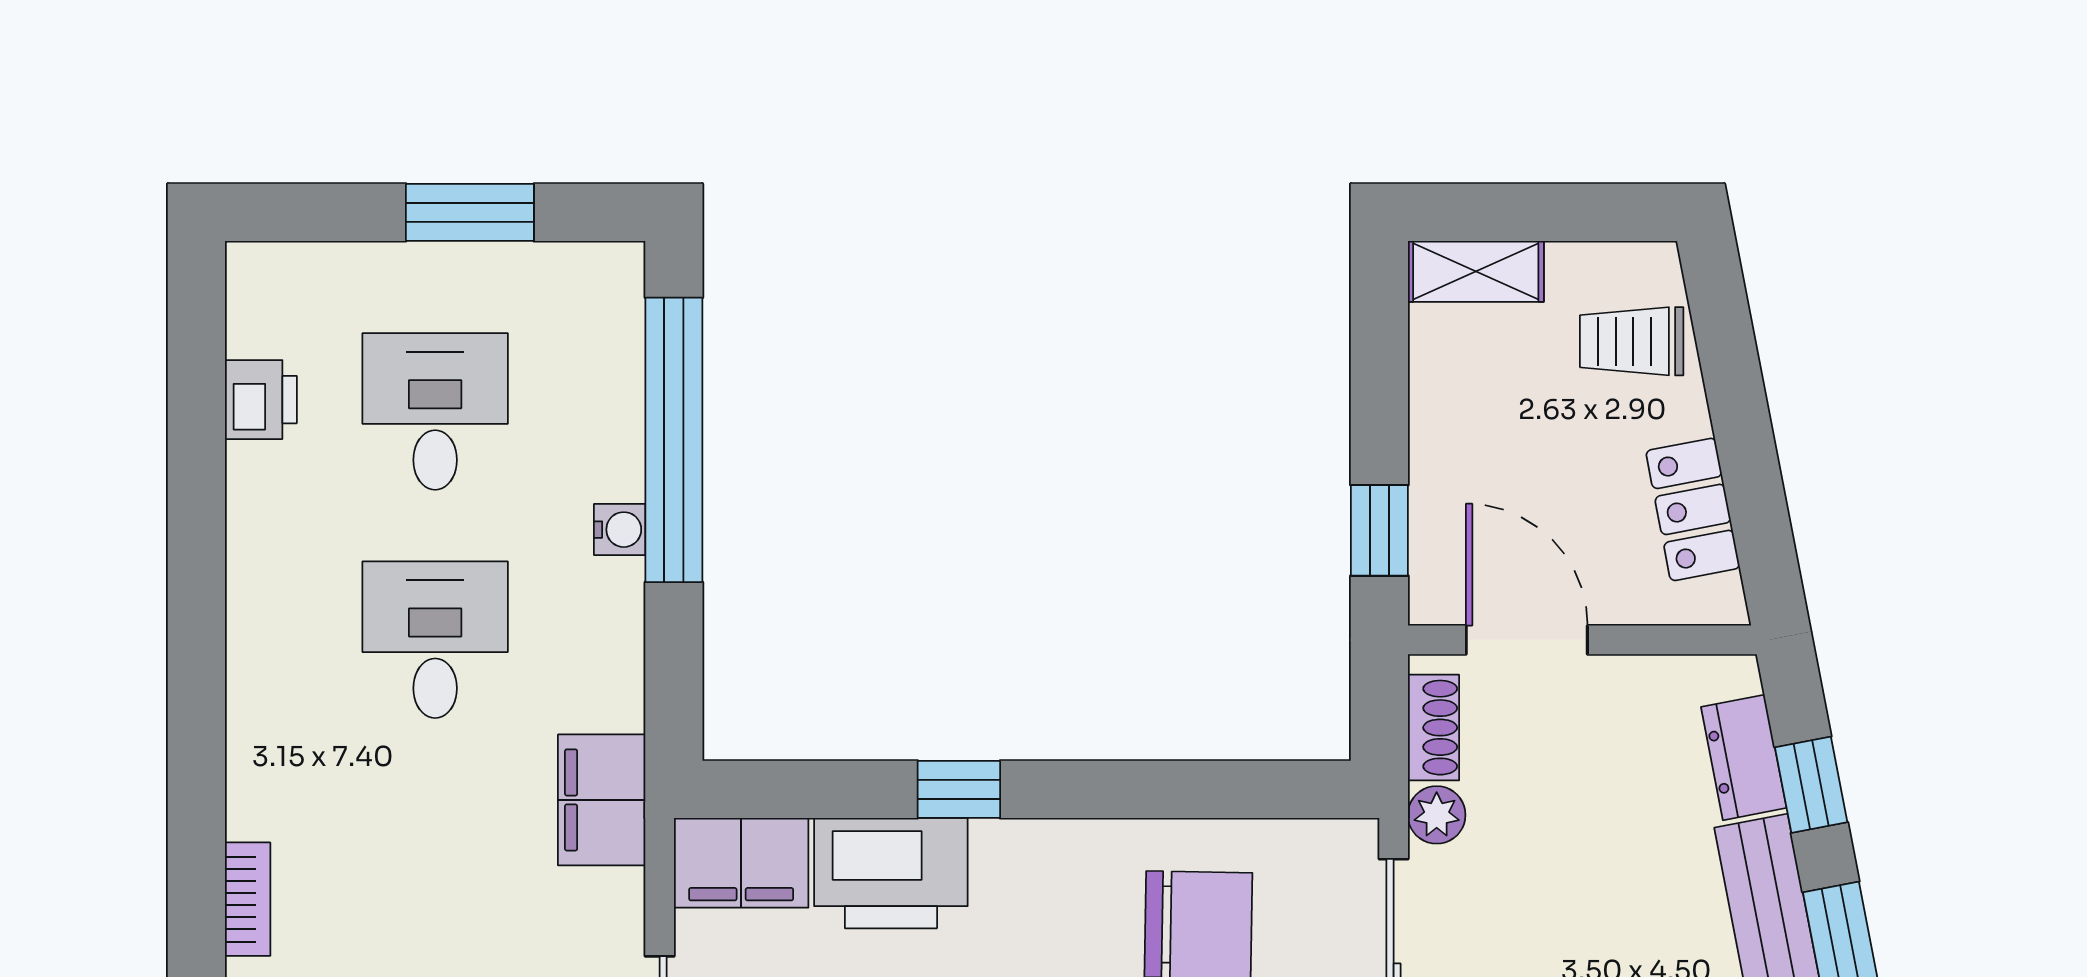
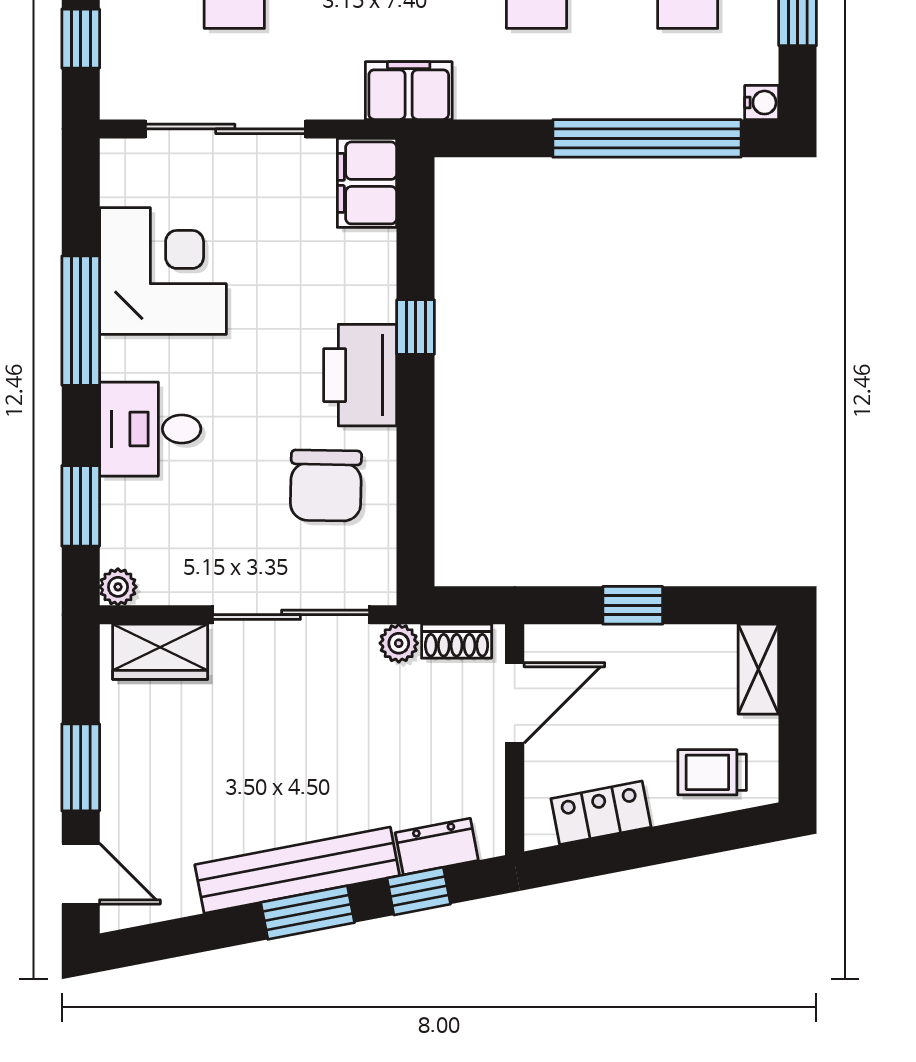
trolley: (1632, 341) -> (712, 772), turned -90
water cooler: (620, 530) -> (762, 103), moved, turned -90
window: (1379, 530) -> (633, 605), moved
printer: (891, 873) -> (360, 375), moved

